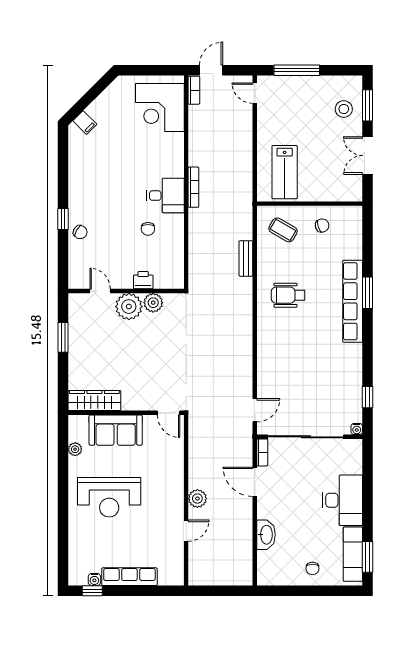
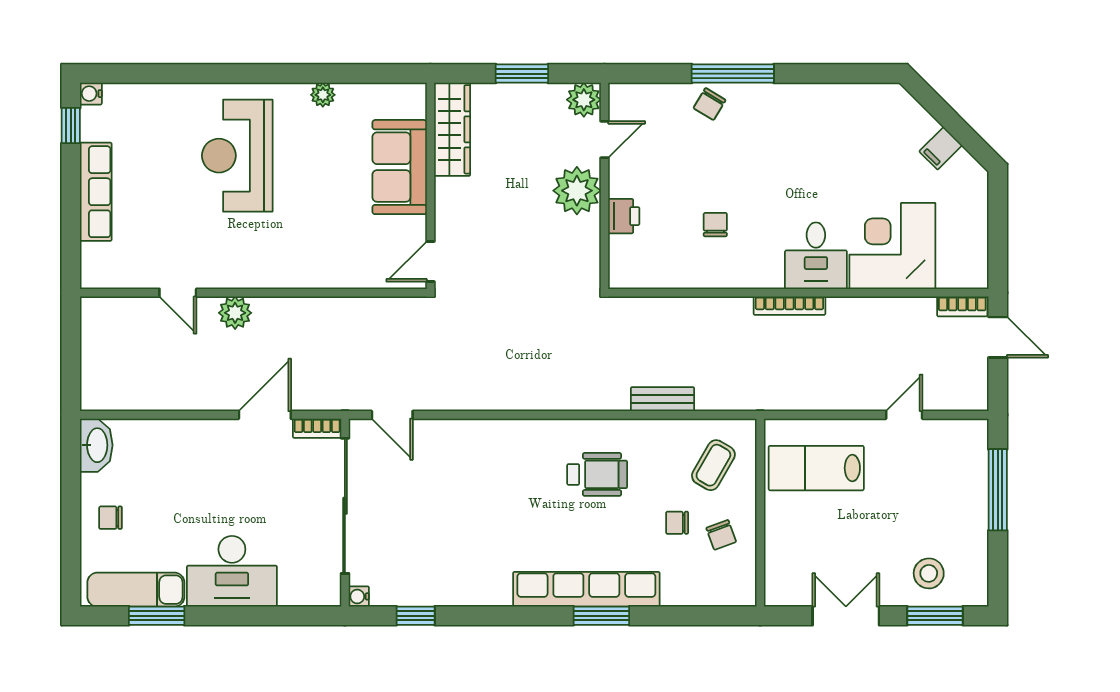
door: (255, 93) -> (904, 415), moved
corner desk: (160, 108) -> (892, 246), moved
filing cabinet: (85, 123) -> (941, 148), moved
desk: (165, 196) -> (816, 256), moved
window: (63, 219) -> (733, 74), width x2.17
chair: (148, 229) -> (715, 225), turned 90
chair: (315, 250) -> (677, 523), added
wheelchair: (288, 295) -> (597, 474), turned 90
plant: (153, 303) -> (584, 100), moved
wardrobe: (94, 401) -> (452, 129), moved
wall: (126, 413) -> (430, 186), moved
door: (169, 413) -> (430, 262), moved
sofa: (116, 430) -> (400, 167), moved
washbasin: (266, 535) -> (96, 445), moved, turned -90
window: (368, 557) -> (157, 616), moved
water cooler: (94, 579) -> (91, 94), moved

